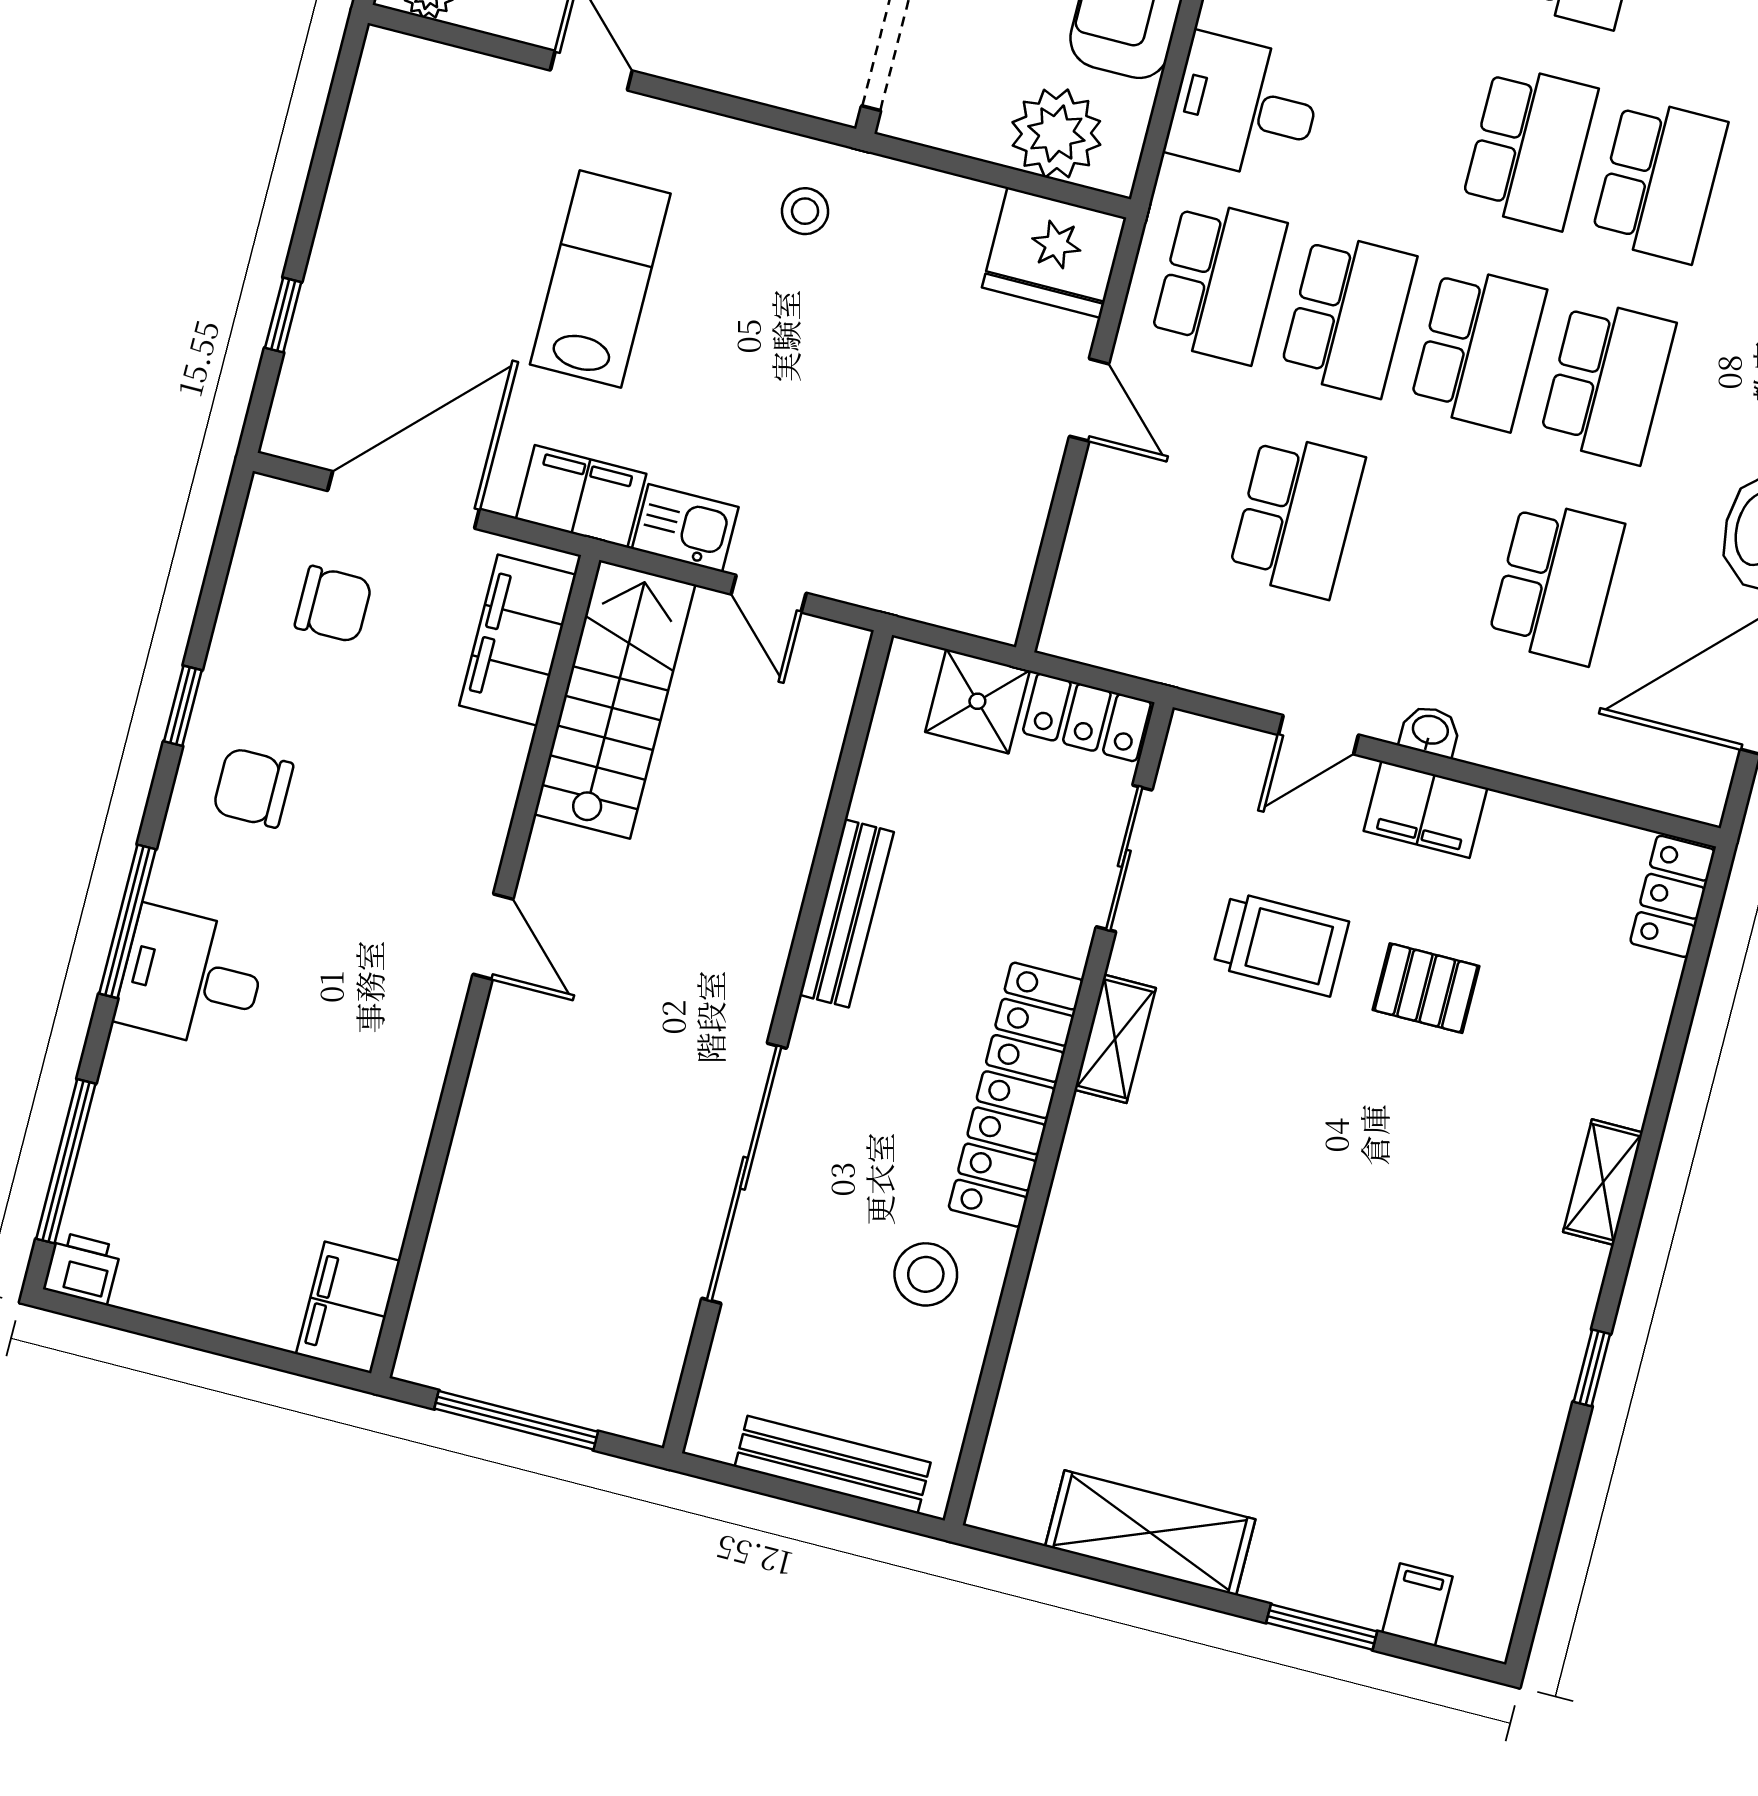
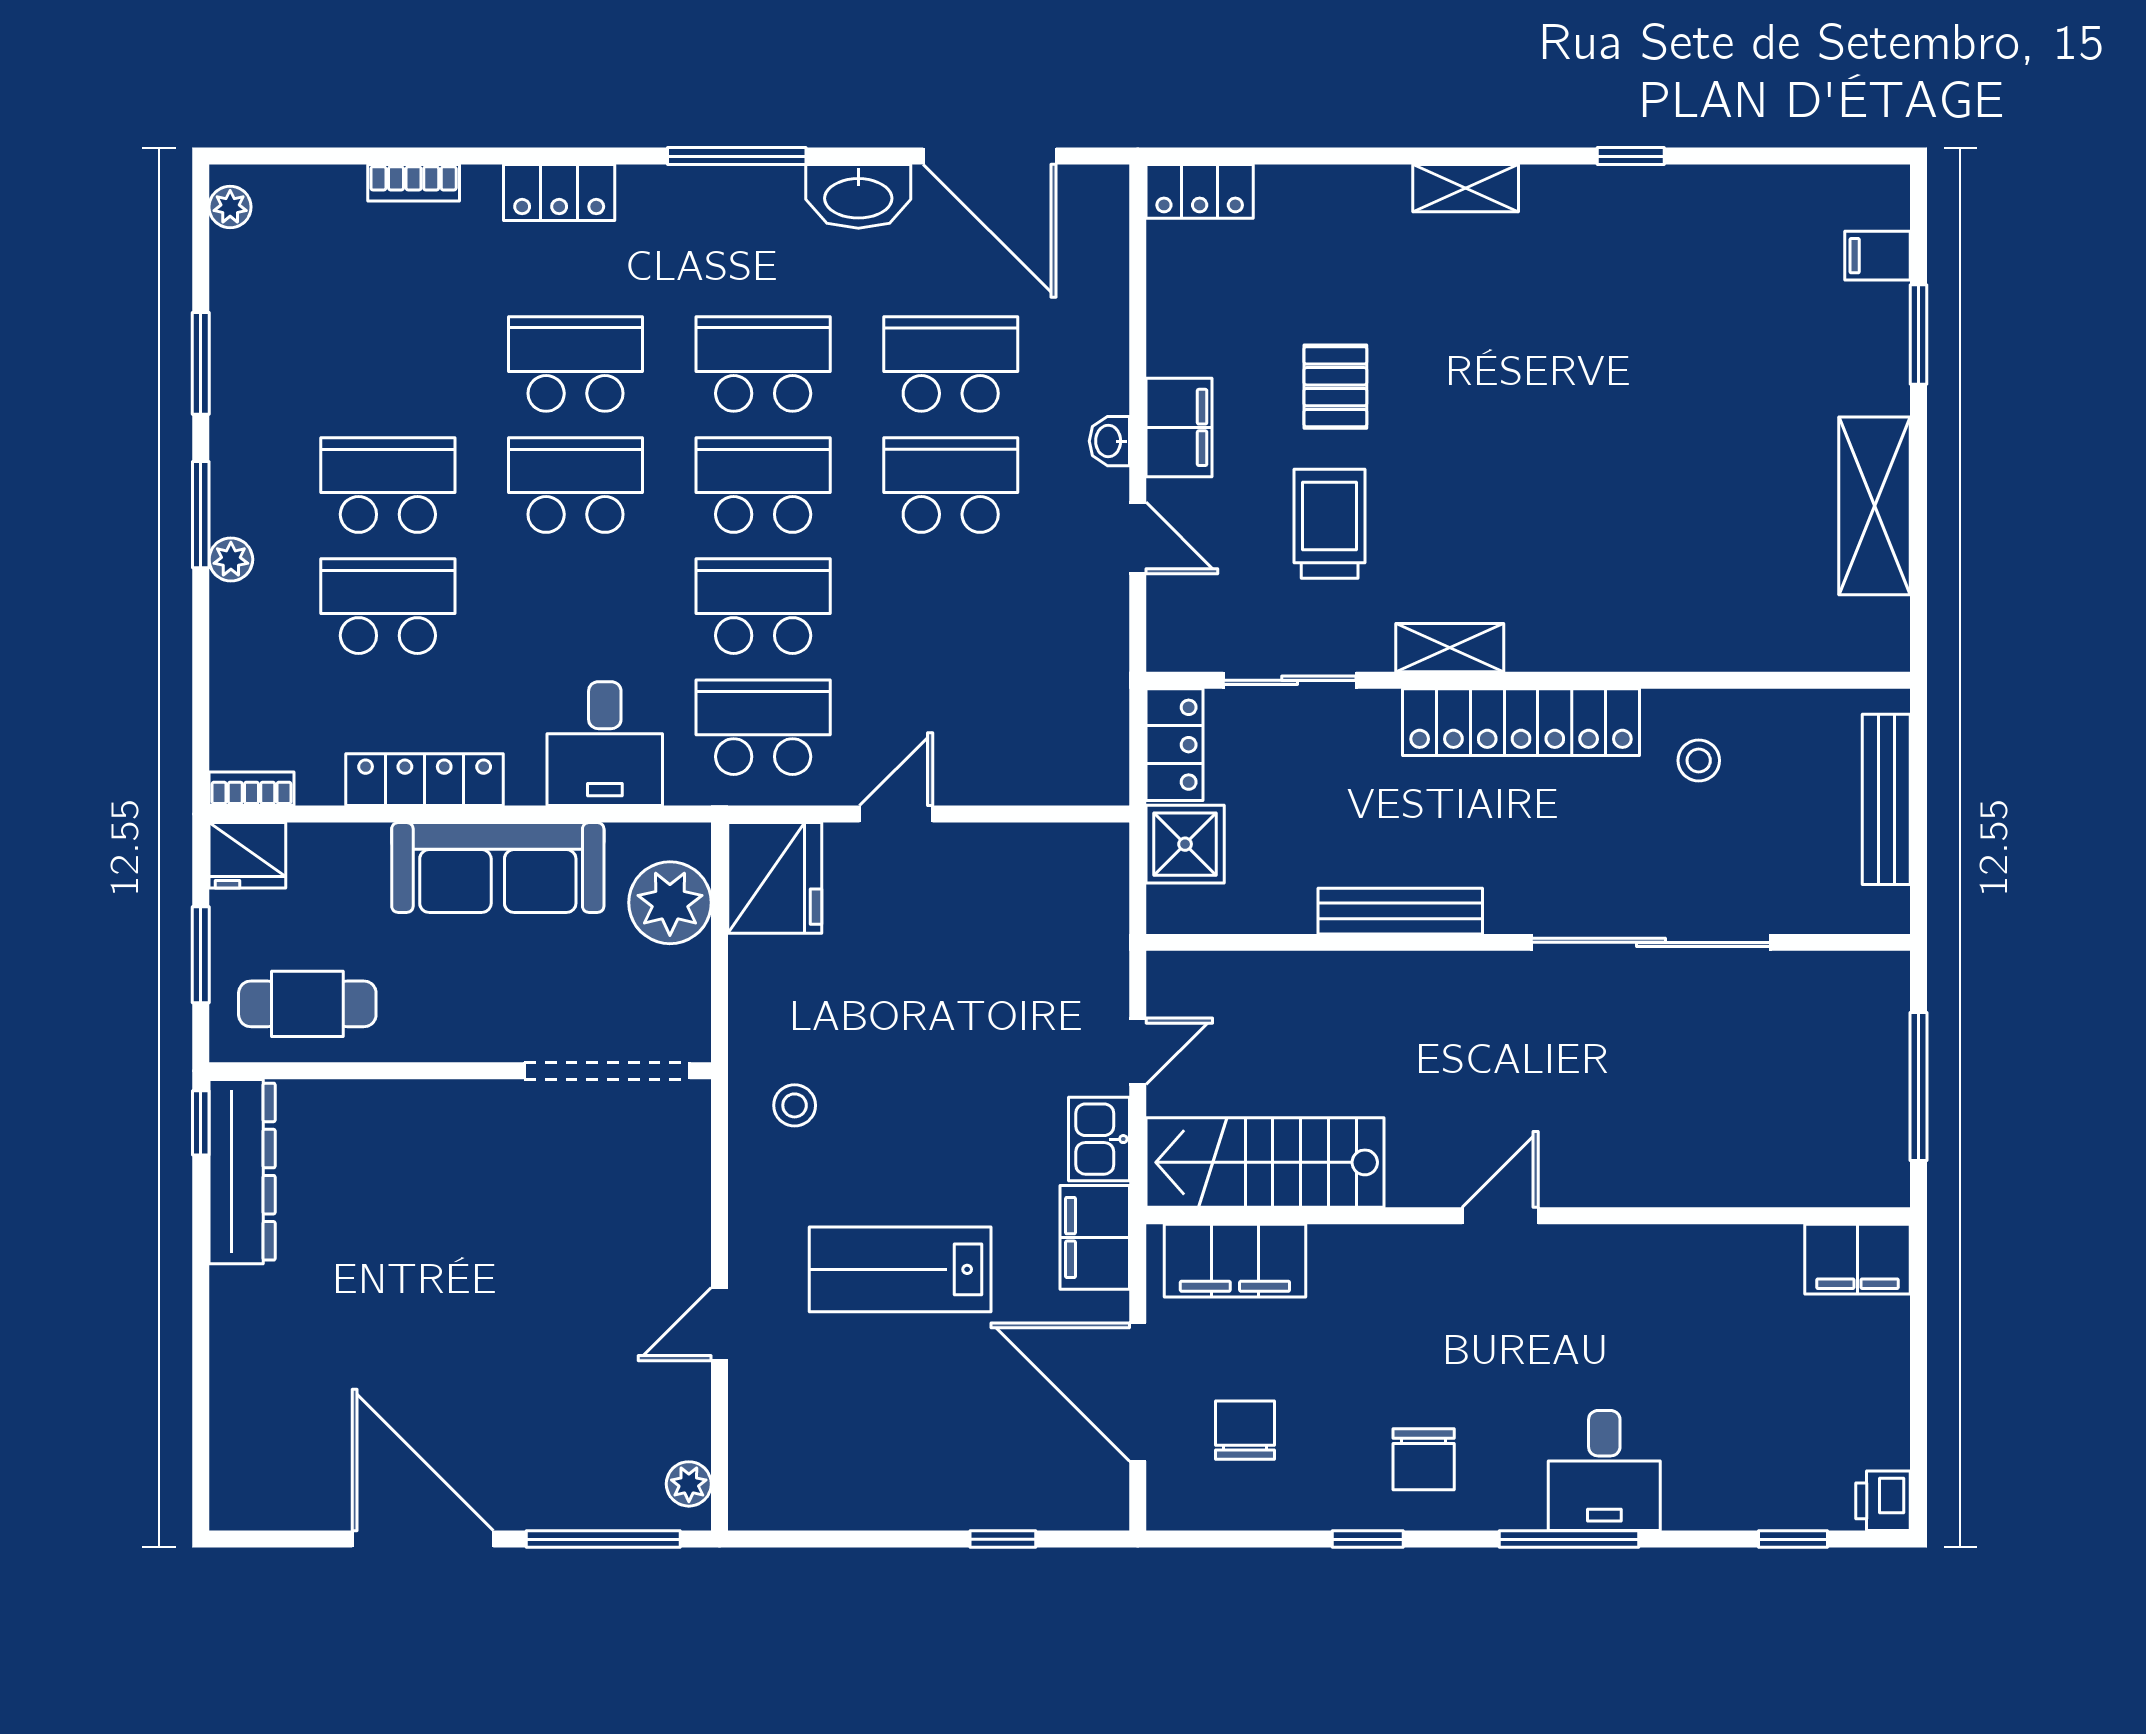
school desk: (1297, 516) -> (951, 485), moved
window: (66, 1161) -> (1793, 1539), width x0.46
stool: (926, 1274) -> (1699, 760), width x0.73, depth x0.73

